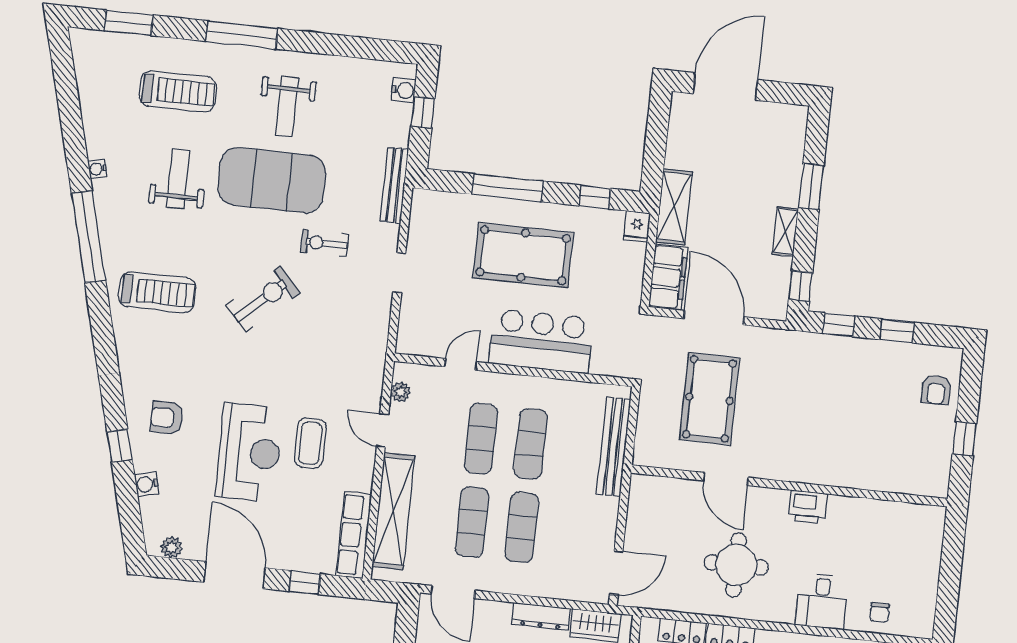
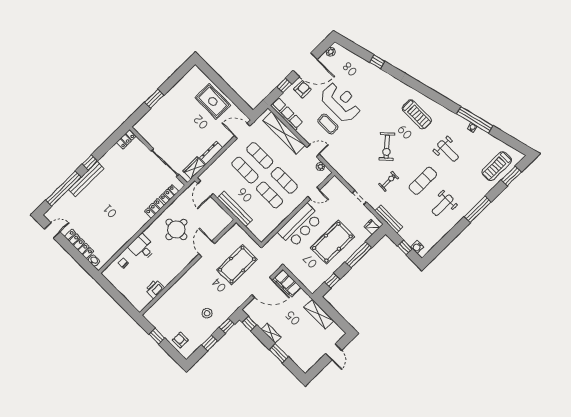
door: (725, 87) -> (334, 352), width x0.53
treadmill: (178, 91) -> (497, 166), moved
weight bench: (287, 106) -> (443, 205), turned -90
exercise mat: (272, 180) -> (423, 181), width x0.50, depth x0.69
shelving: (674, 207) -> (319, 314), moved
fridge: (637, 227) -> (372, 227), moved
window: (88, 237) -> (475, 120), moved
treadmill: (157, 292) -> (417, 114), turned -90
door: (461, 364) -> (314, 193), hinge flipped
stool: (846, 381) -> (207, 313), added
pool table: (709, 399) -> (237, 265), turned 90
armchair: (167, 418) -> (302, 89), moved
bench: (614, 447) -> (235, 209), moved
reception desk: (249, 452) -> (341, 102), turned 180
door: (726, 479) -> (207, 249), hinge flipped
water cooler: (147, 484) -> (358, 60), removed
printer: (808, 507) -> (155, 289), moved

